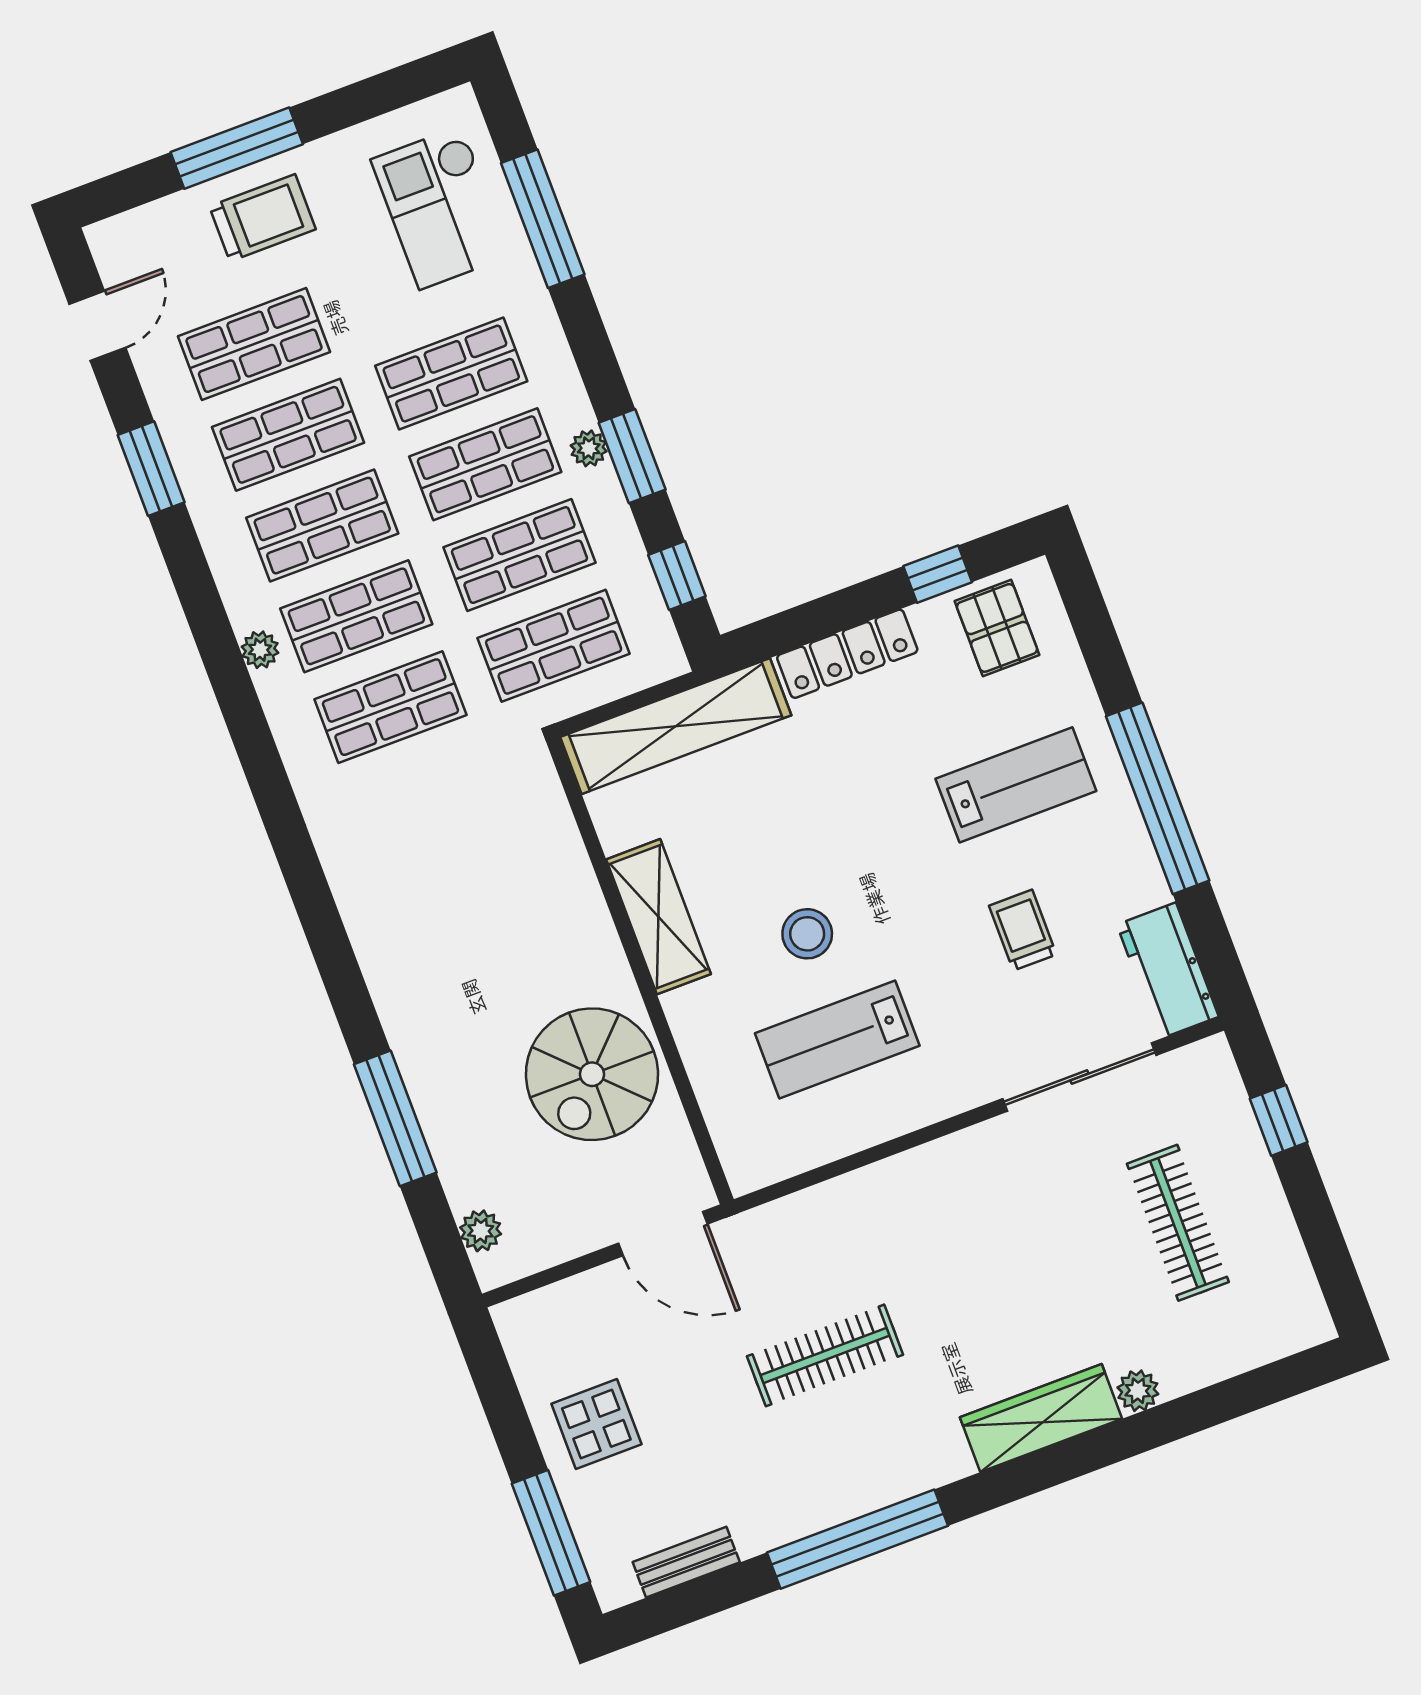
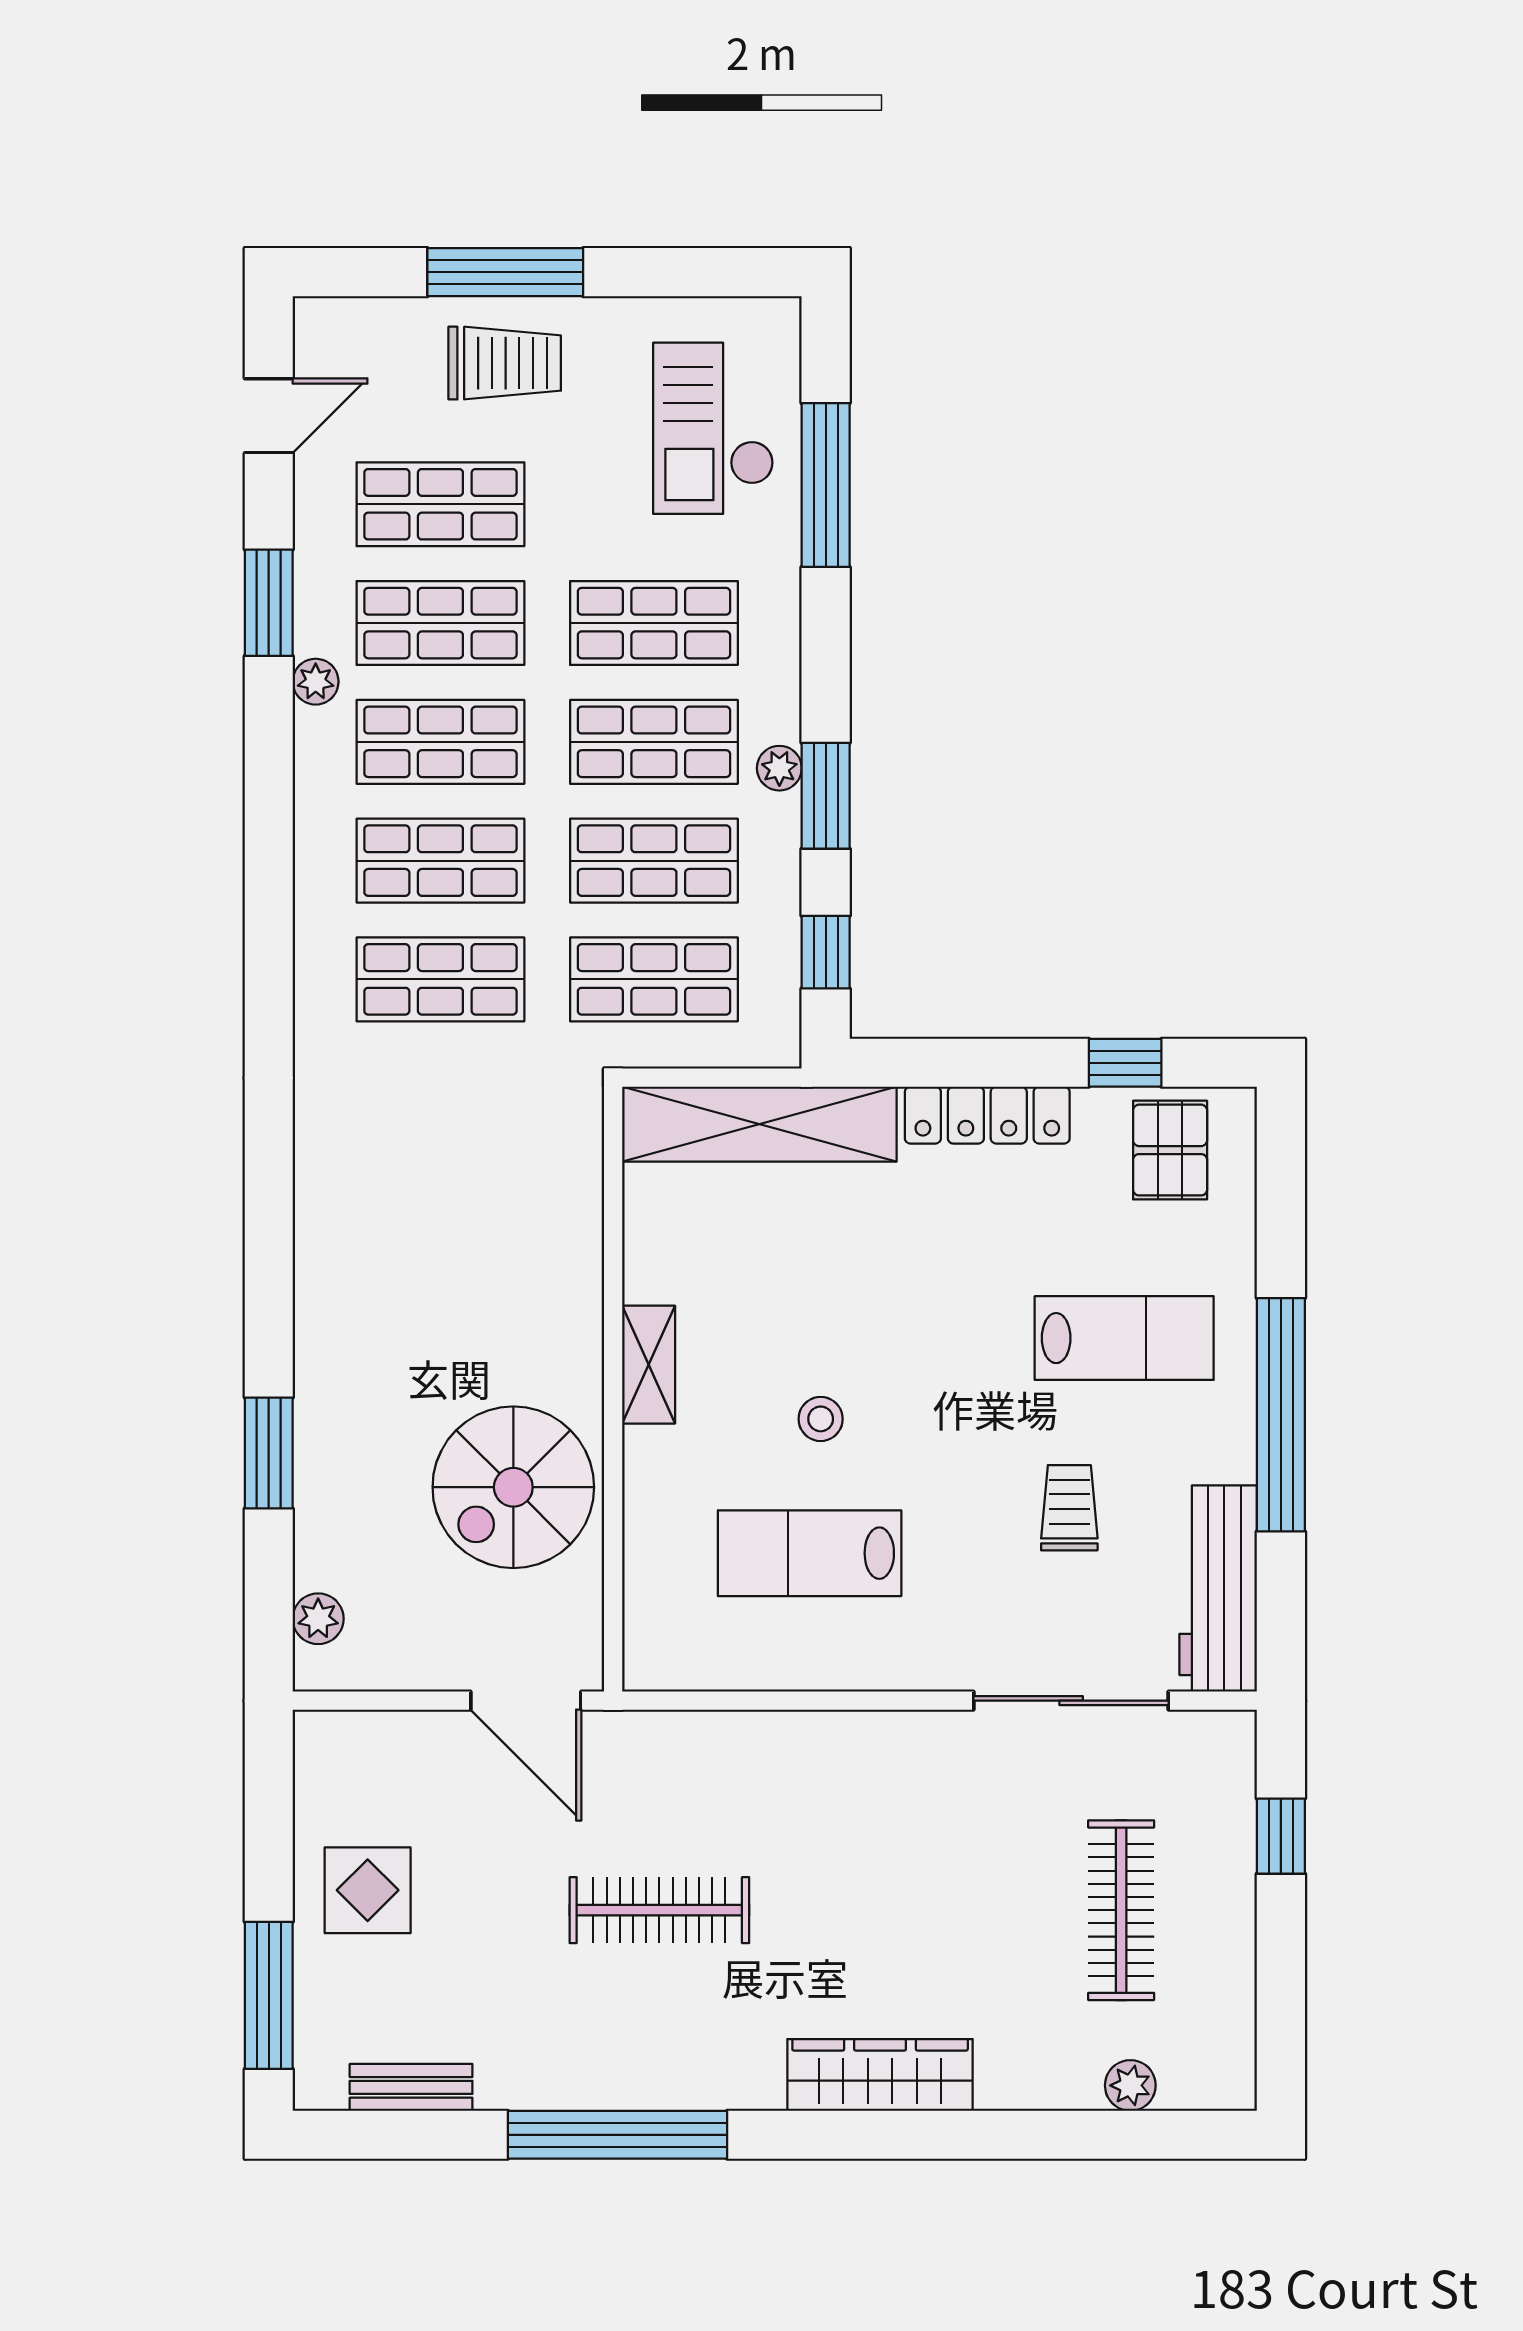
plant: (260, 650) -> (316, 682), moved
shelving: (658, 917) -> (649, 1365), width x0.67, depth x0.75
stool: (807, 934) -> (821, 1419), width x0.73, depth x0.73
workbench: (1168, 971) -> (1218, 1588), width x1.38
window: (395, 1118) -> (269, 1453), width x0.69
plant: (1138, 1391) -> (1130, 2085), moved

